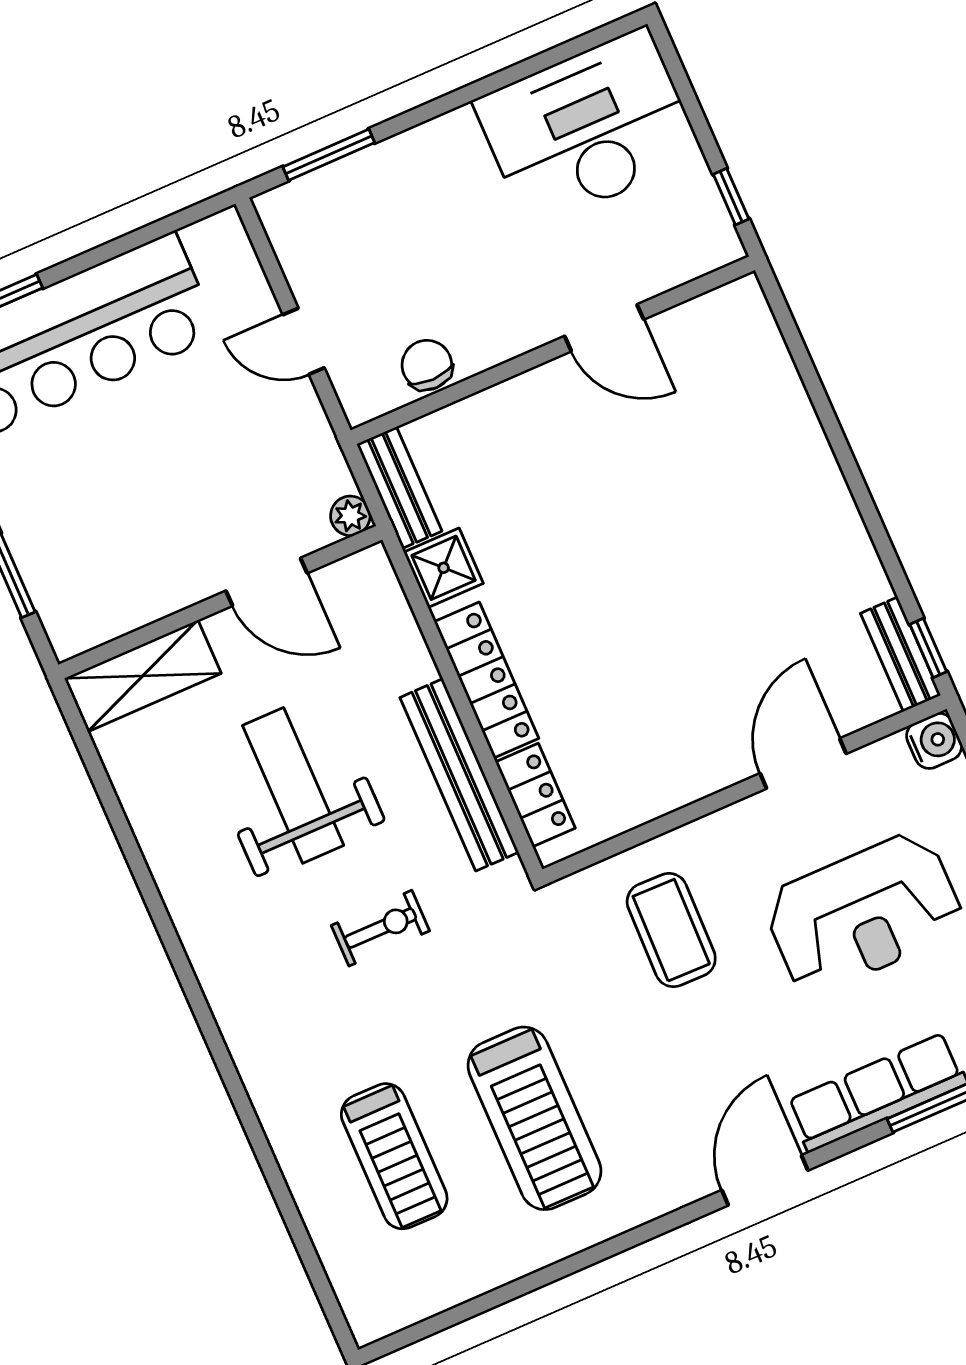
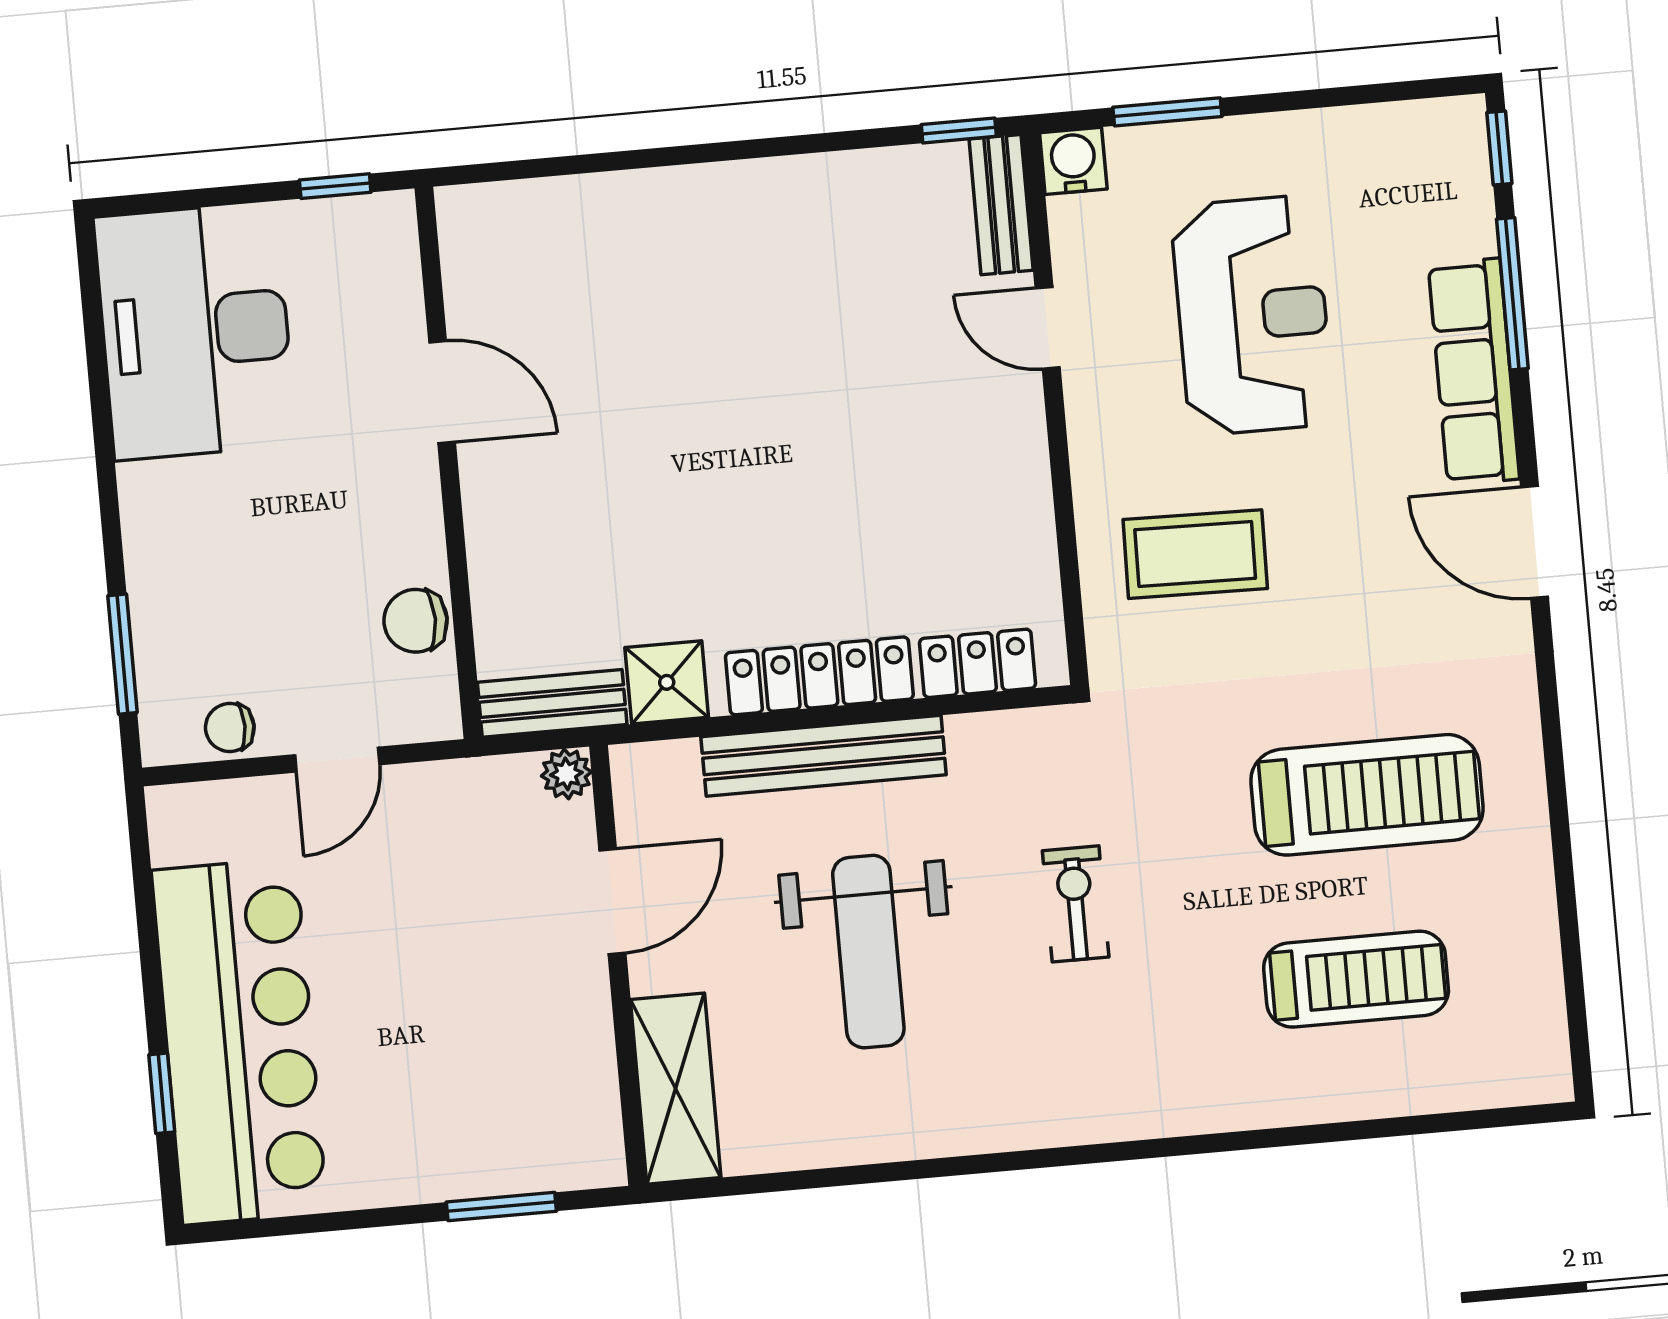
chair: (301, 253) -> (230, 728), added
door: (604, 328) -> (442, 392), hinge flipped
bench: (901, 654) -> (1001, 205), moved, turned 90
door: (803, 764) -> (1048, 328), width x0.73
bench: (459, 775) -> (824, 756), moved
weight bench: (293, 785) -> (868, 952), turned -90

